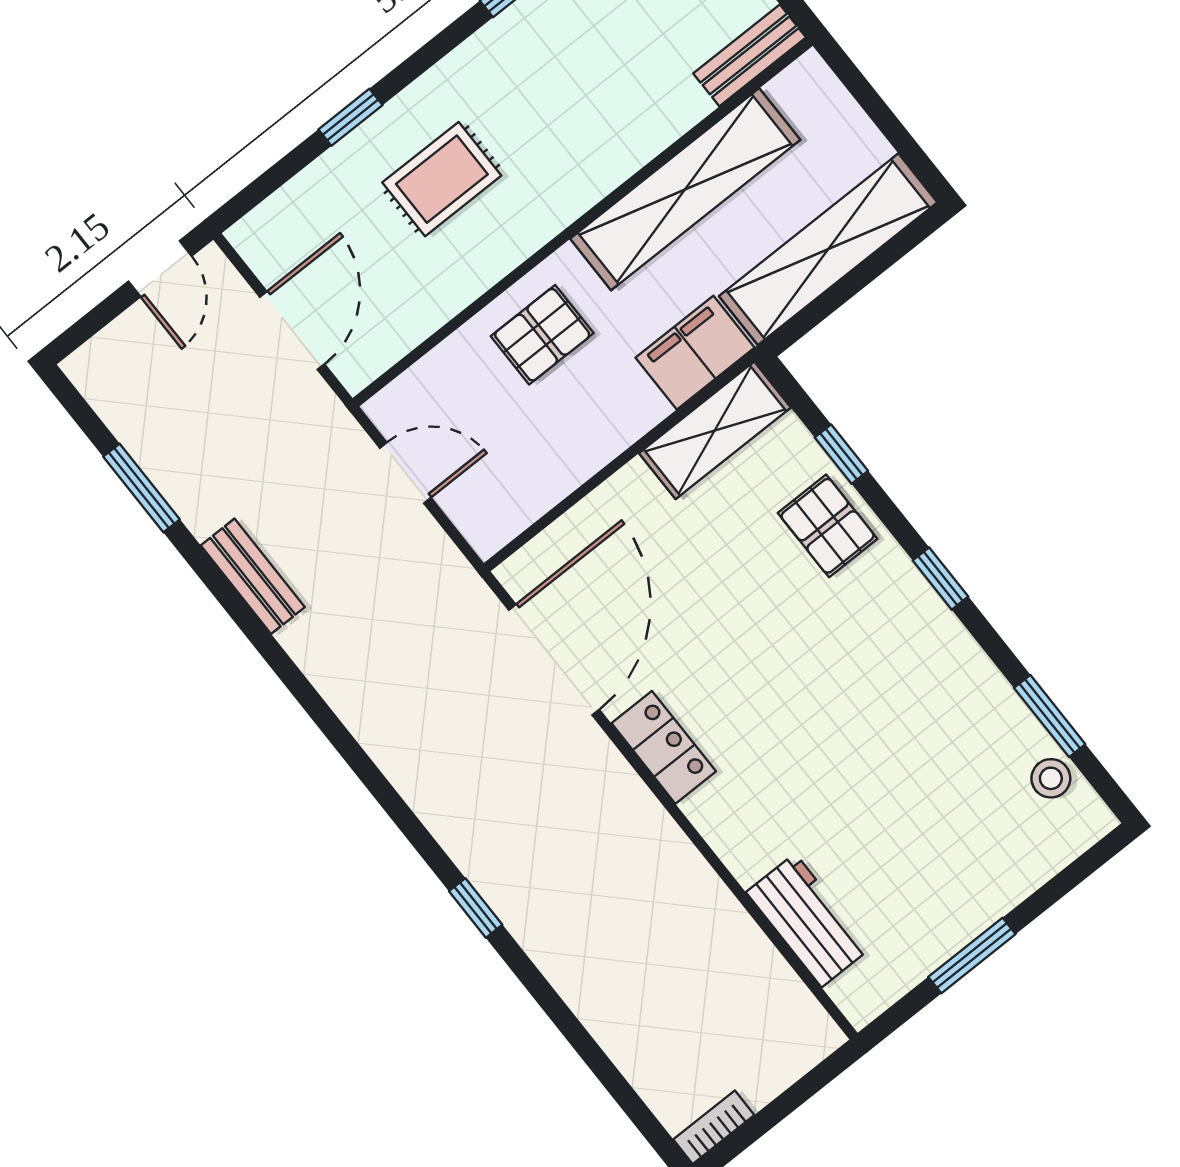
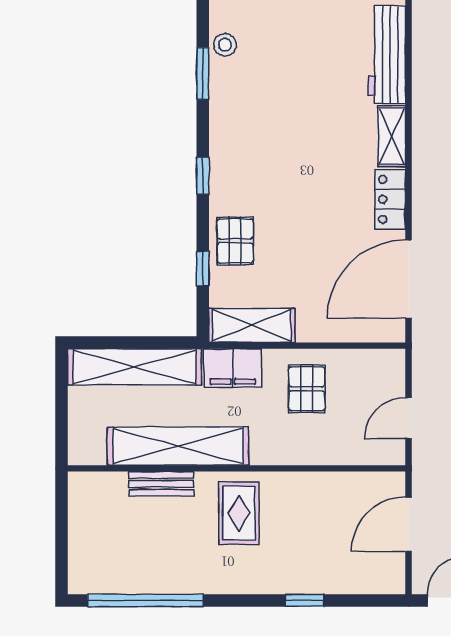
bench: (750, 55) -> (161, 484), moved
rug: (442, 179) -> (239, 513), moved, turned 90
pallet: (542, 335) -> (307, 389), moved, turned 90
door: (405, 473) -> (408, 418), hinge flipped
shelving: (729, 833) -> (392, 136), added
workbench: (808, 920) -> (387, 55), width x1.38

